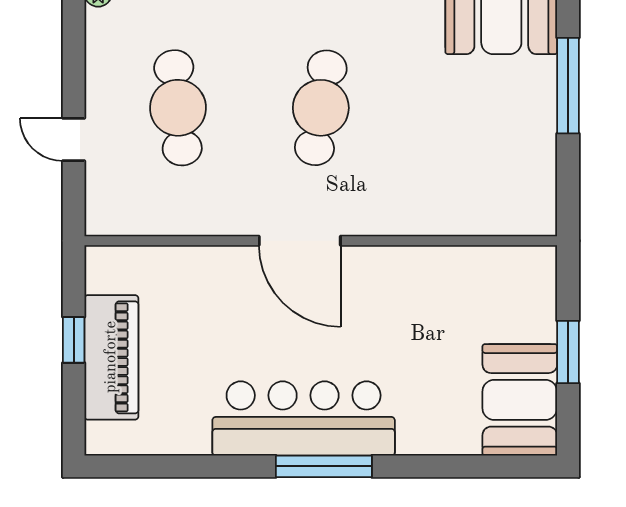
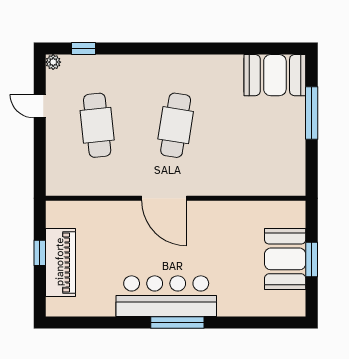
door: (74, 139) -> (40, 106), moved
booth: (520, 400) -> (285, 259), moved

